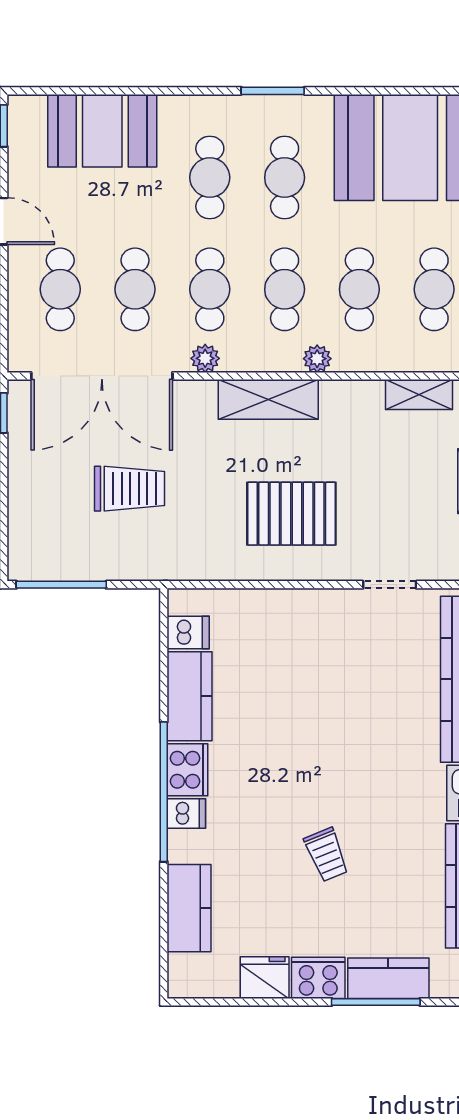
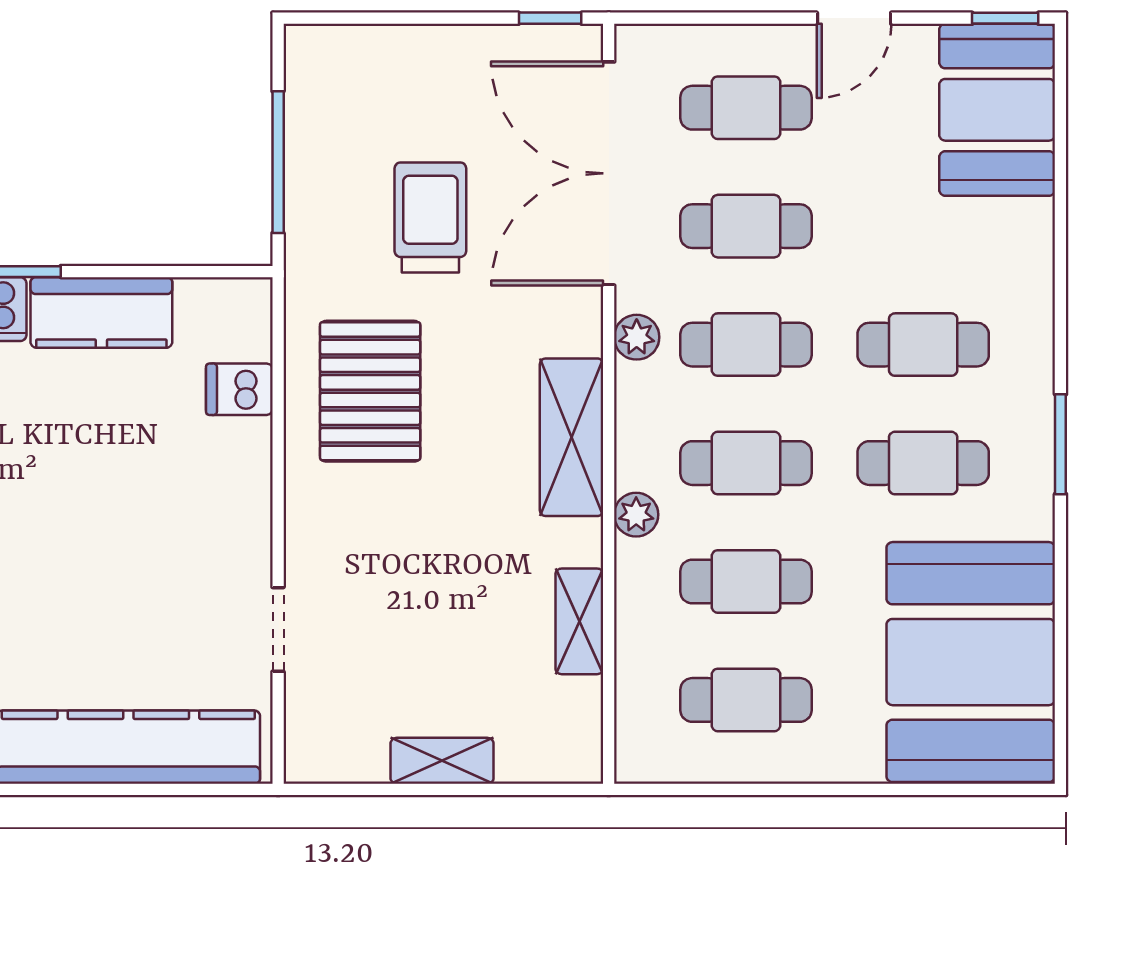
booth: (102, 131) -> (997, 110), moved
shelving: (419, 395) -> (579, 621), moved
trolley: (130, 489) -> (430, 217), turned 180
pallet: (291, 514) -> (370, 391), moved
window: (61, 585) -> (278, 162), moved
dishwasher: (188, 632) -> (239, 389), moved, turned 90

